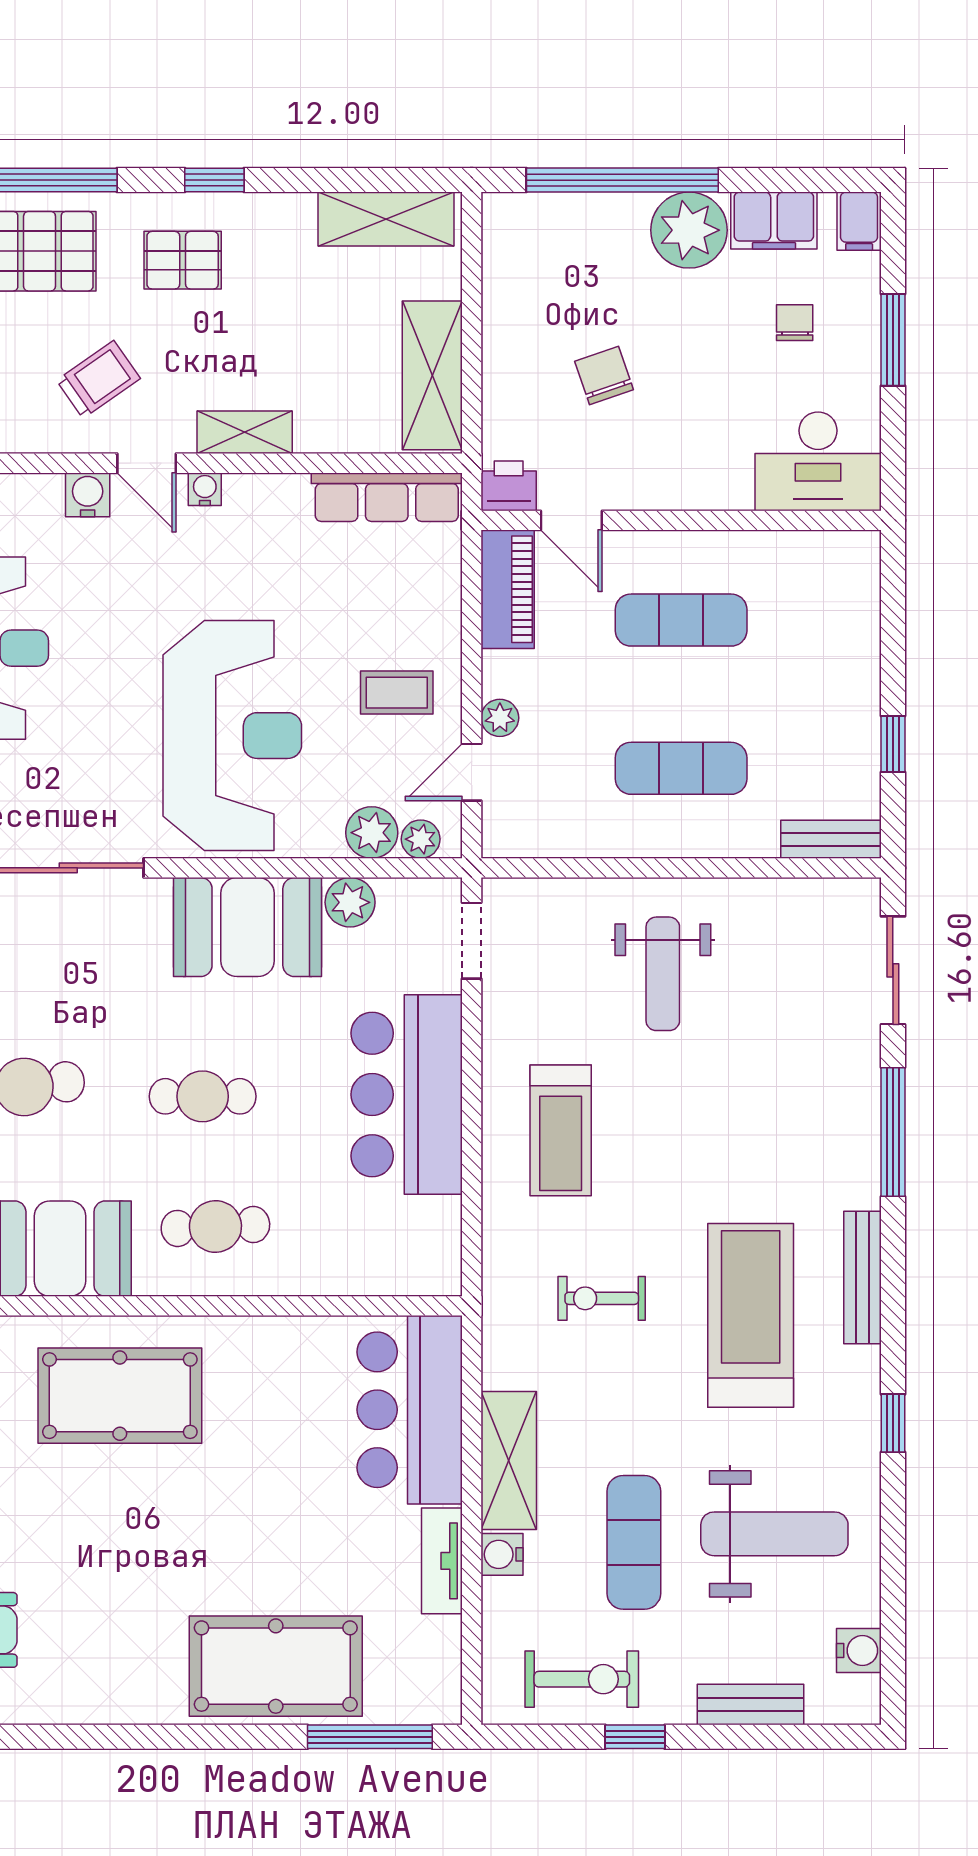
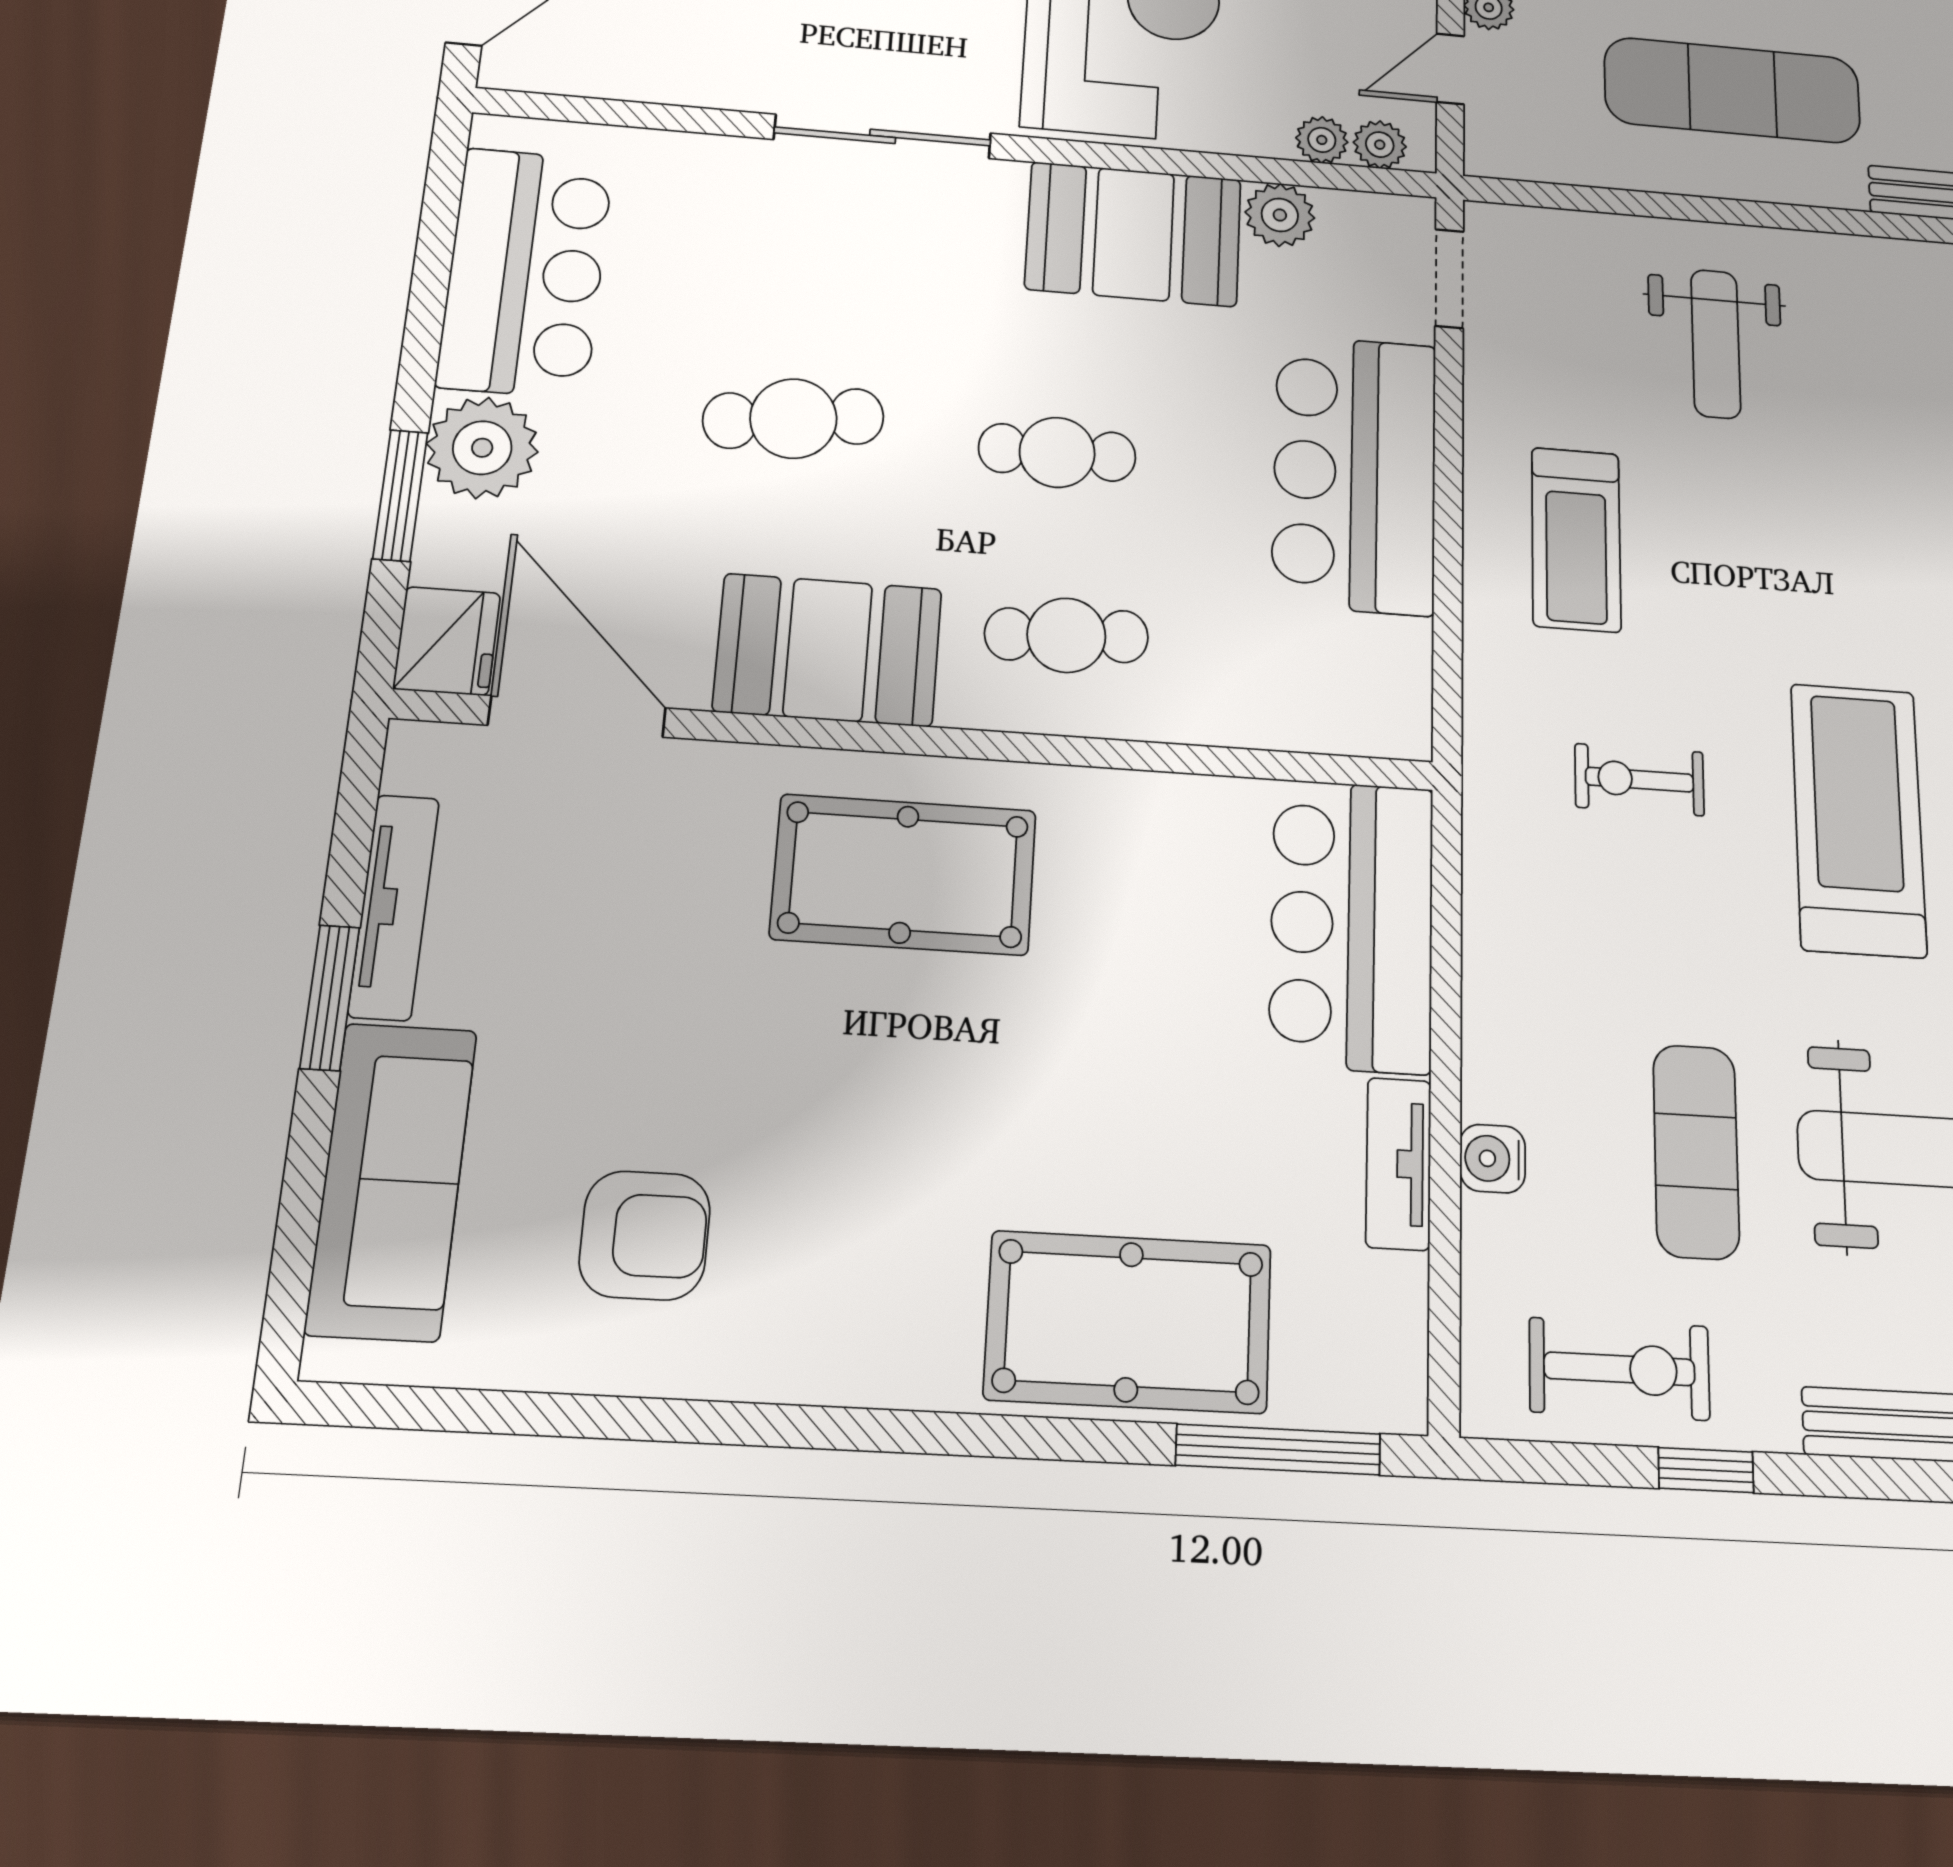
exercise mat: (681, 768) -> (1732, 90), width x1.36, depth x1.45
plant: (372, 833) -> (1322, 140), width x0.73, depth x0.73
shelving: (509, 1461) -> (1503, 1012), removed

